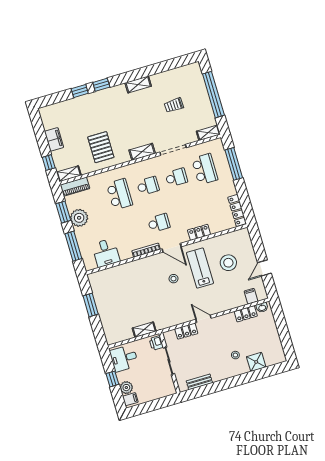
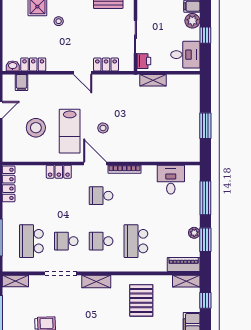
plant: (79, 218) -> (194, 233), width x0.53, depth x0.53

